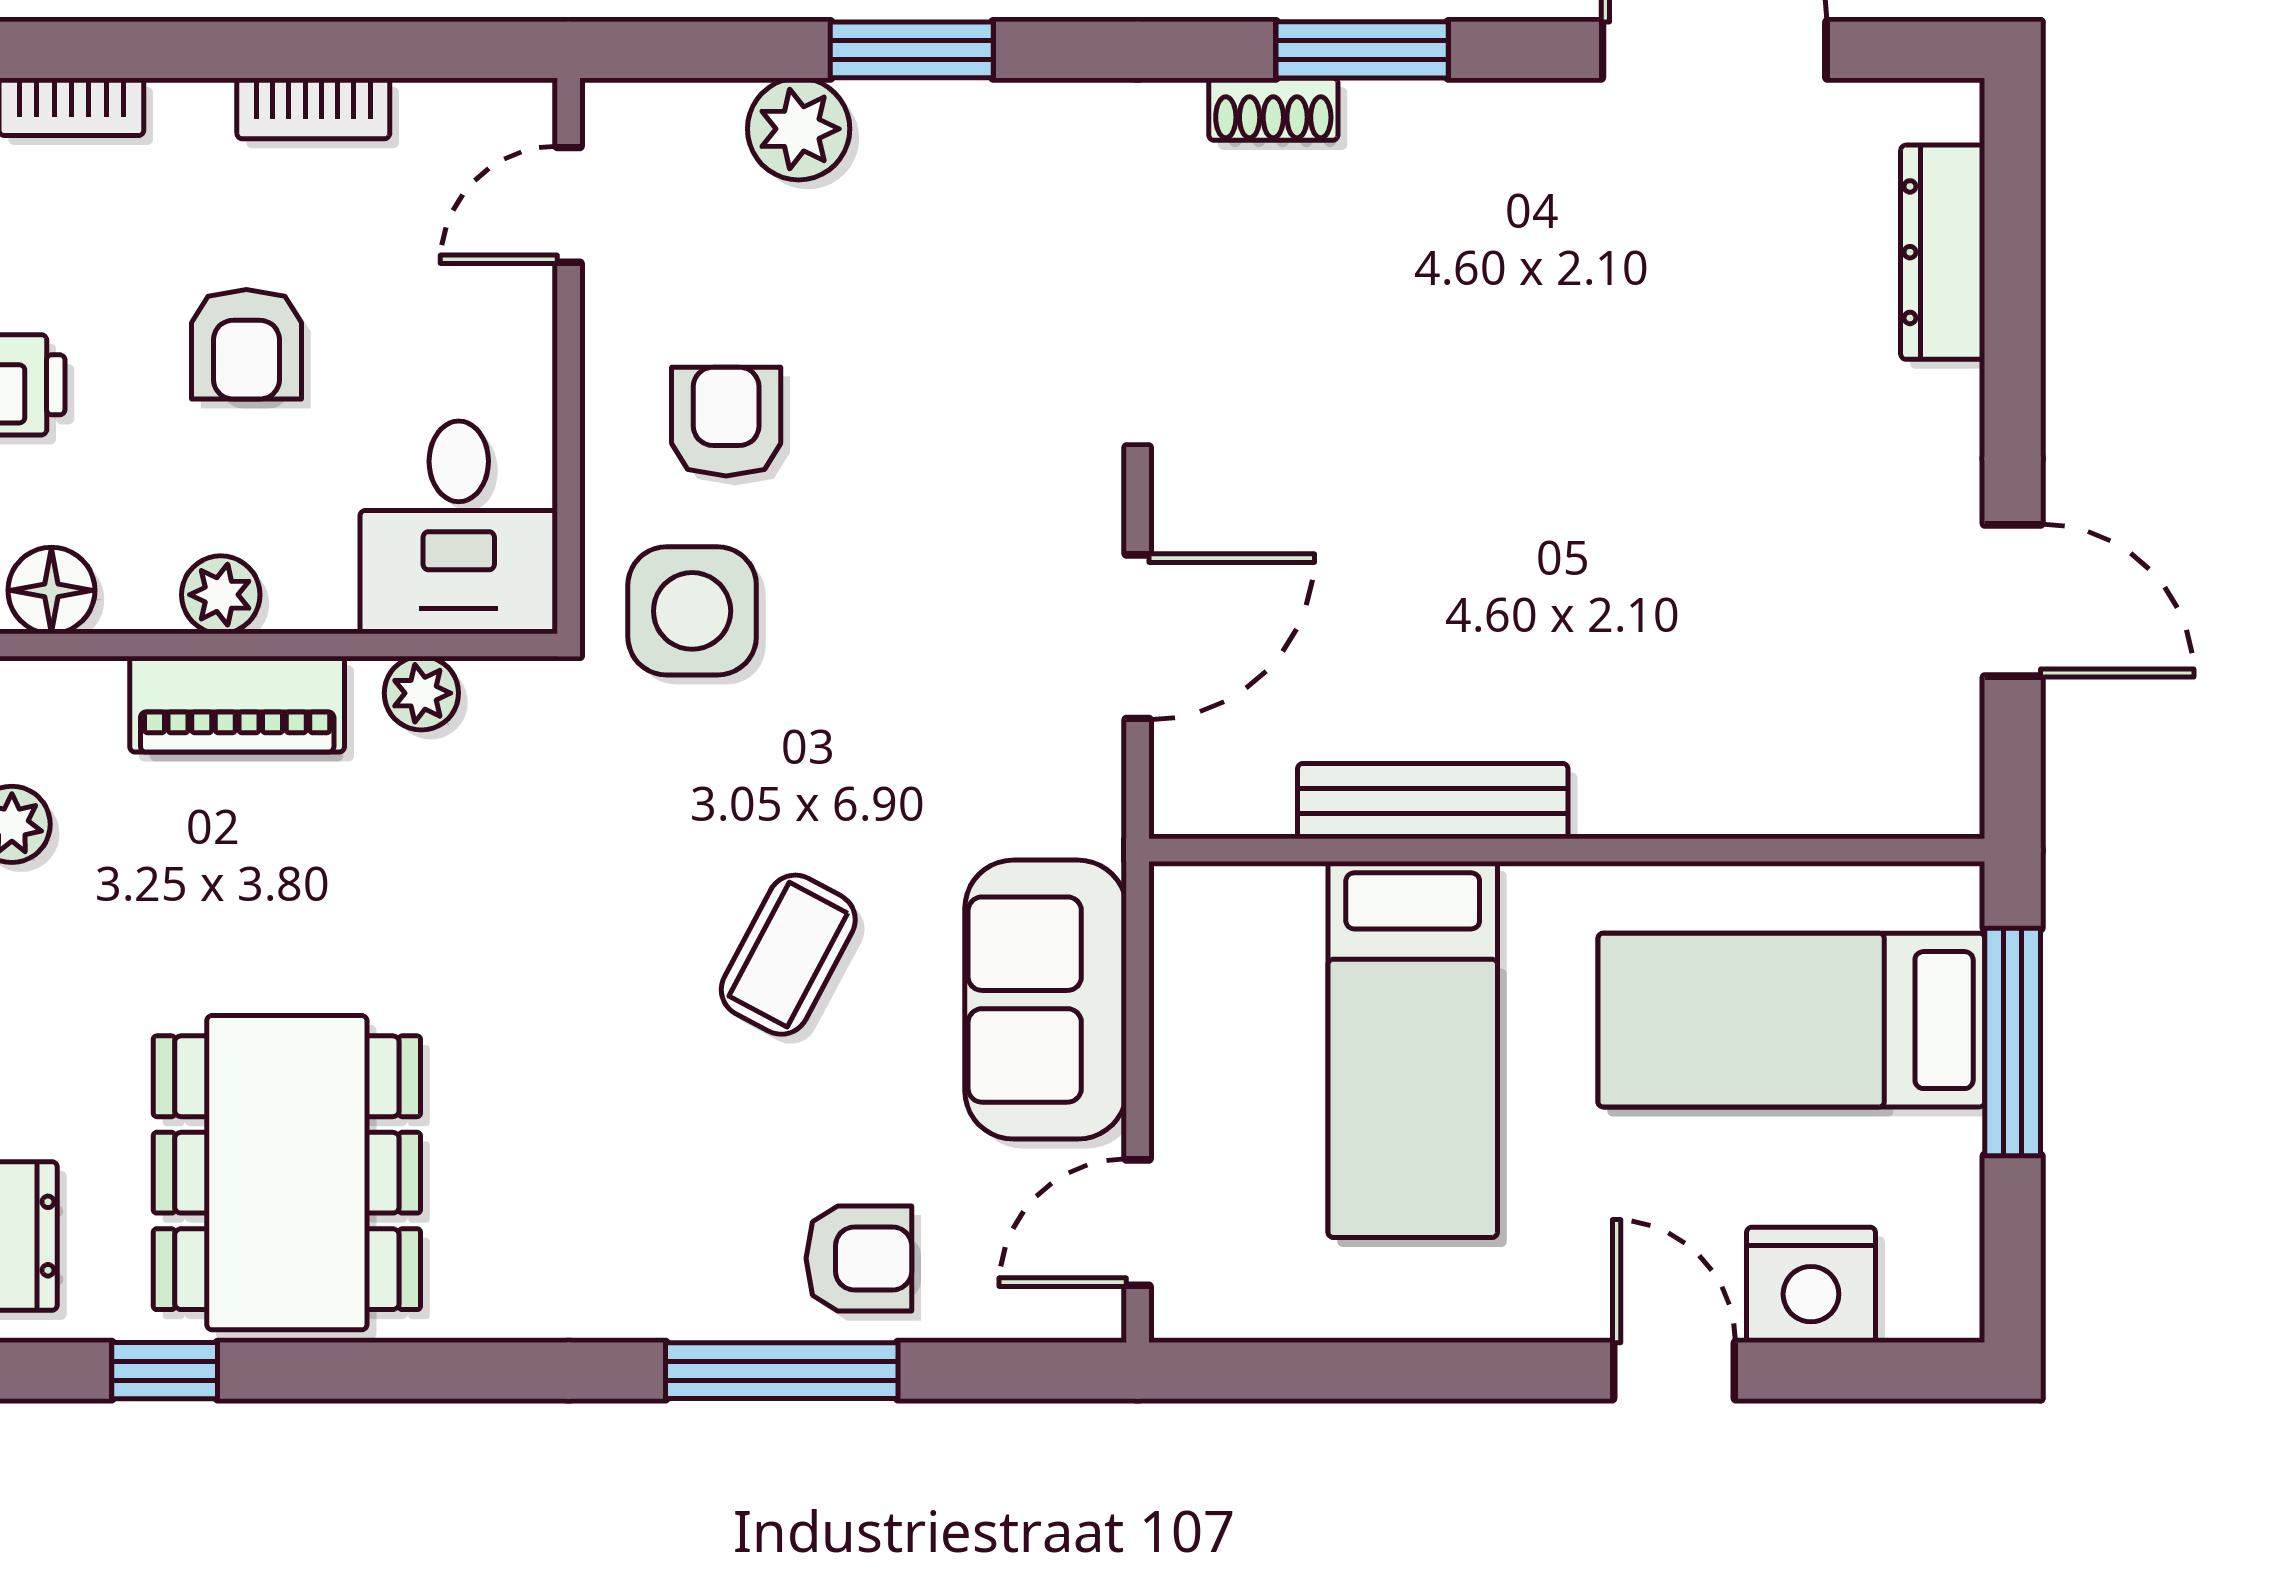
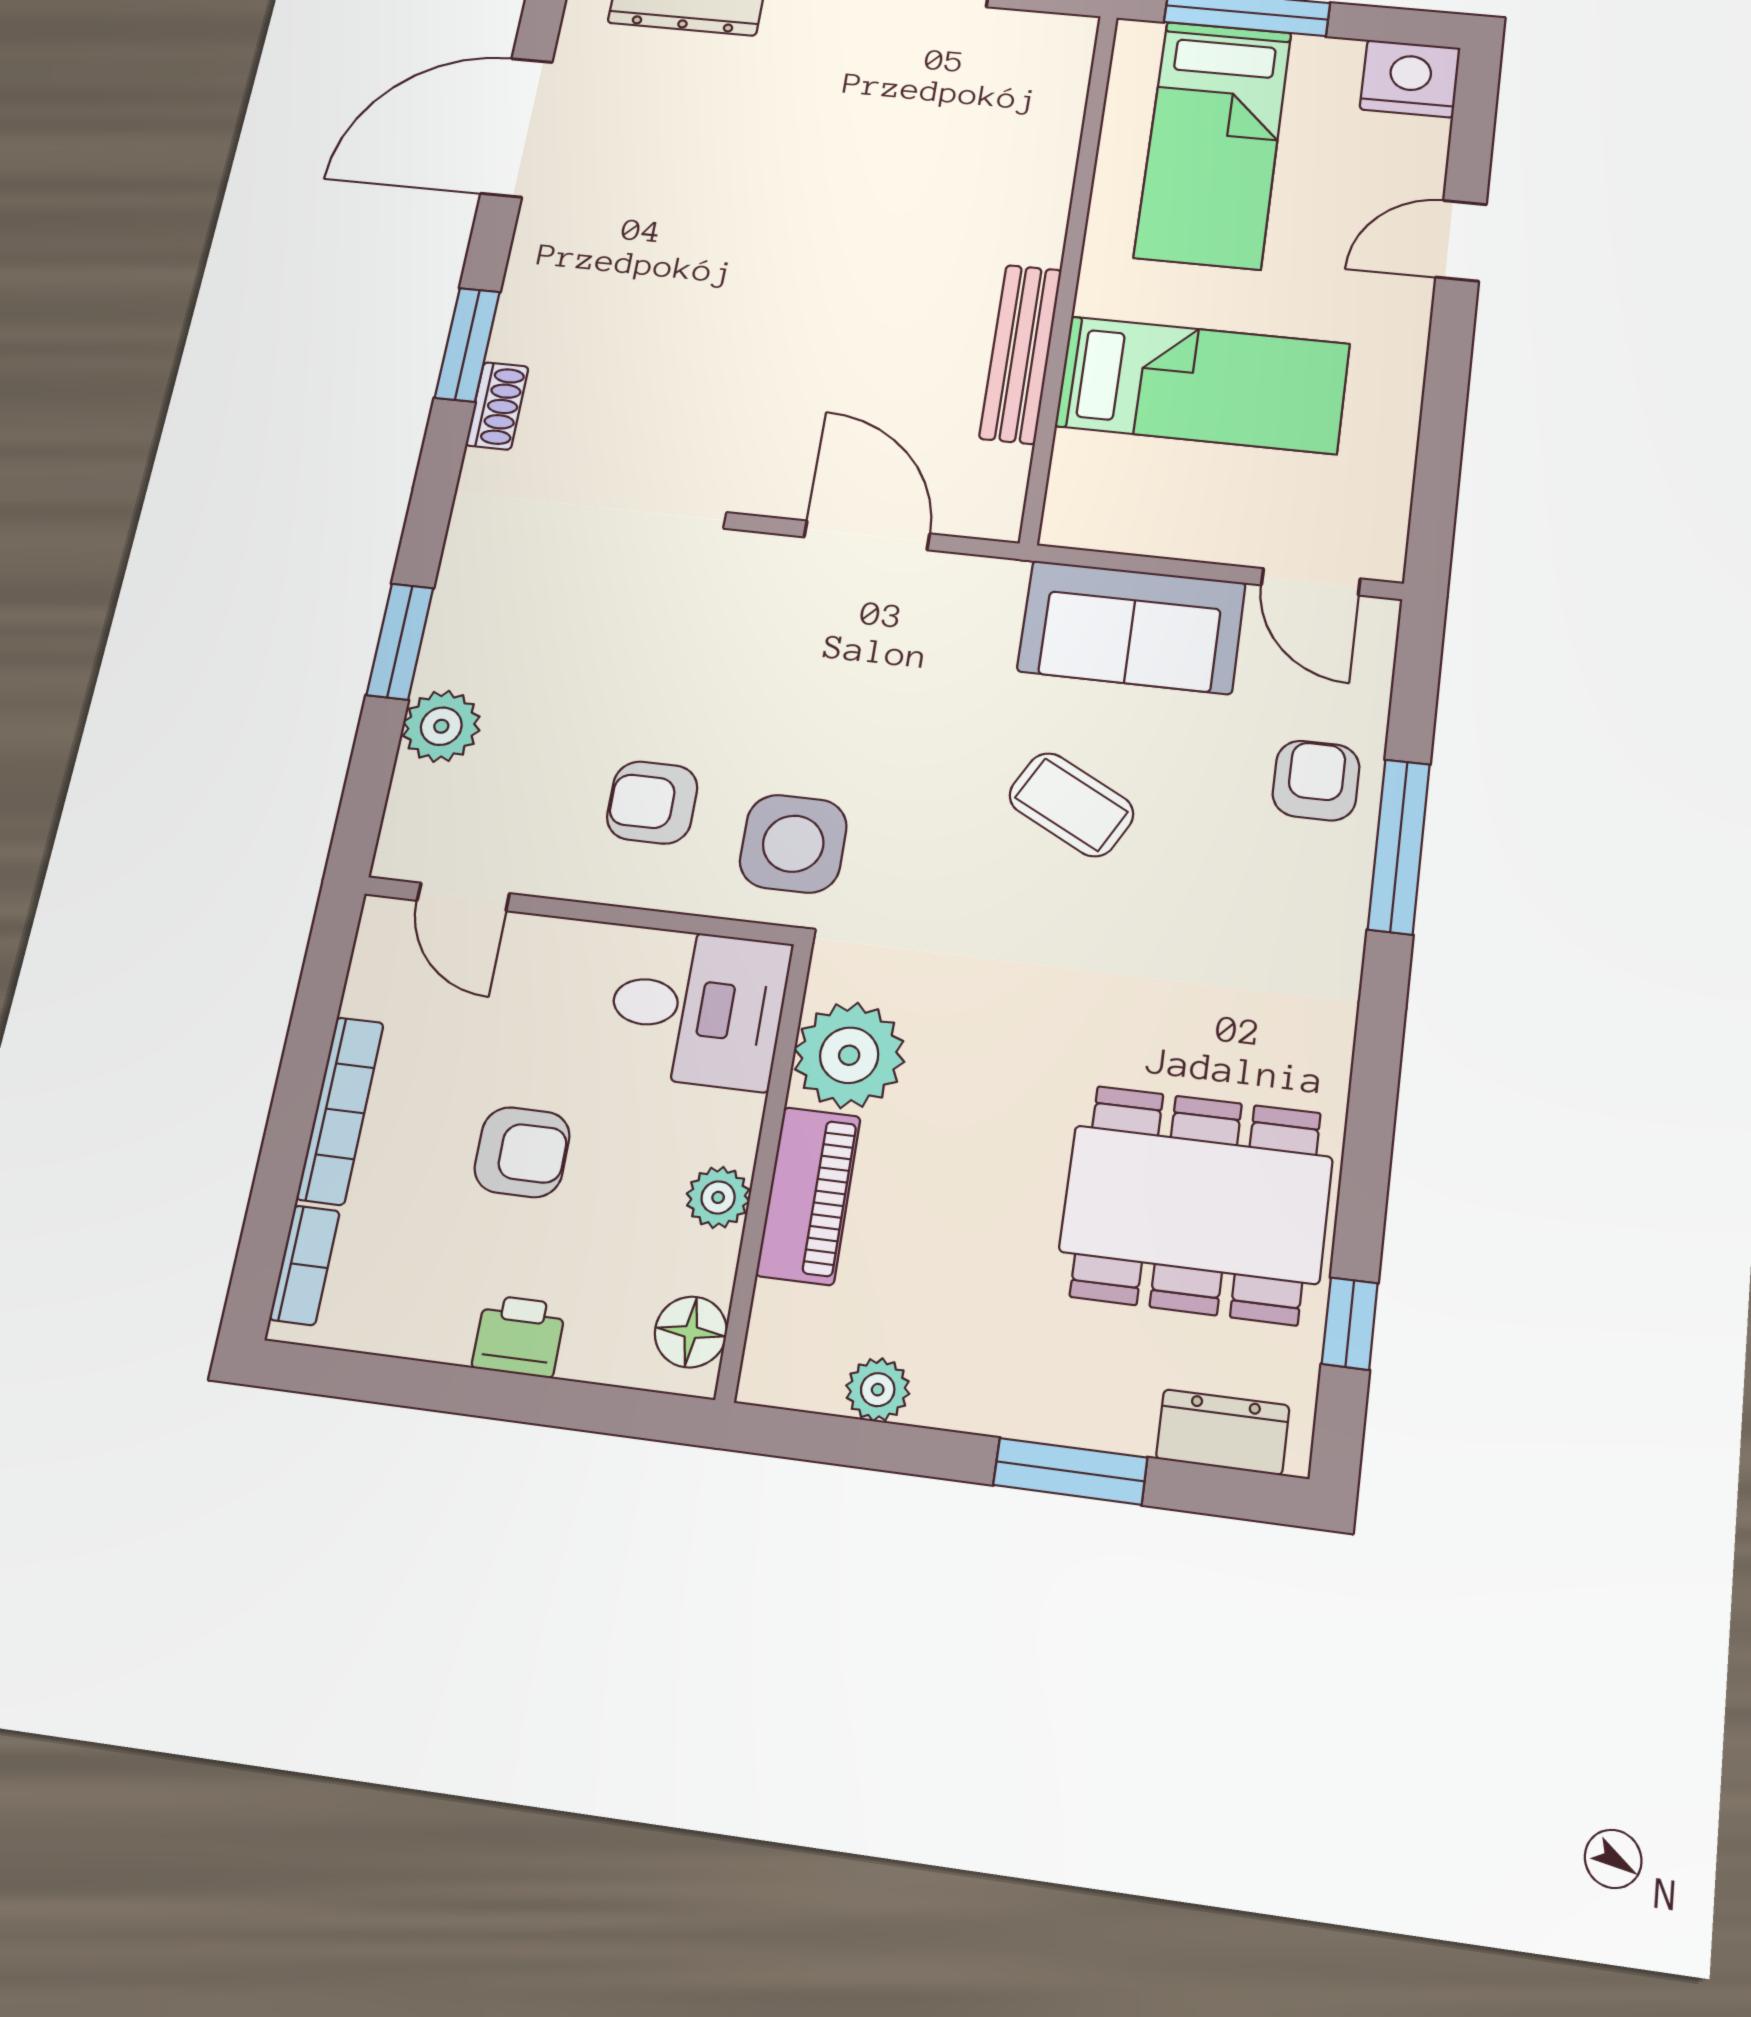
bookcase: (313, 108) -> (340, 1110), width x1.56
plant: (421, 693) -> (849, 1055), width x1.88, depth x1.88
nightstand: (1811, 1285) -> (1410, 79), moved, turned -90

